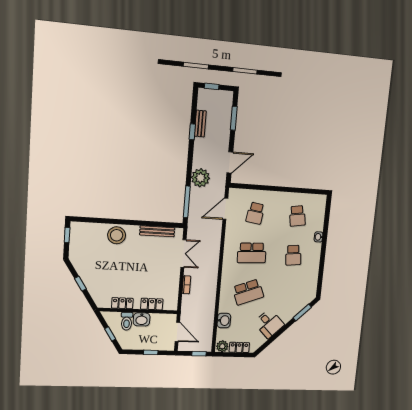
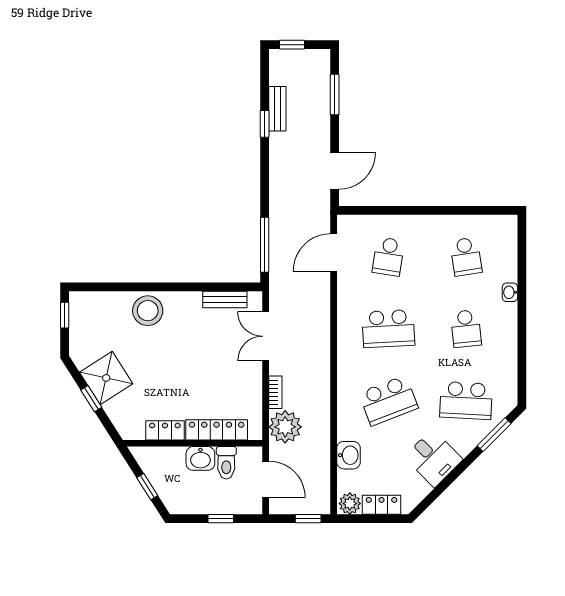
plant: (200, 178) -> (285, 427), moved
bench: (157, 231) -> (225, 300), width x0.73
double door: (183, 254) -> (266, 336), swing flipped
shower: (90, 272) -> (106, 378), added
school desk: (289, 294) -> (466, 401), added
locker: (152, 304) -> (217, 430), width x1.53
toilet: (127, 321) -> (226, 463), moved

